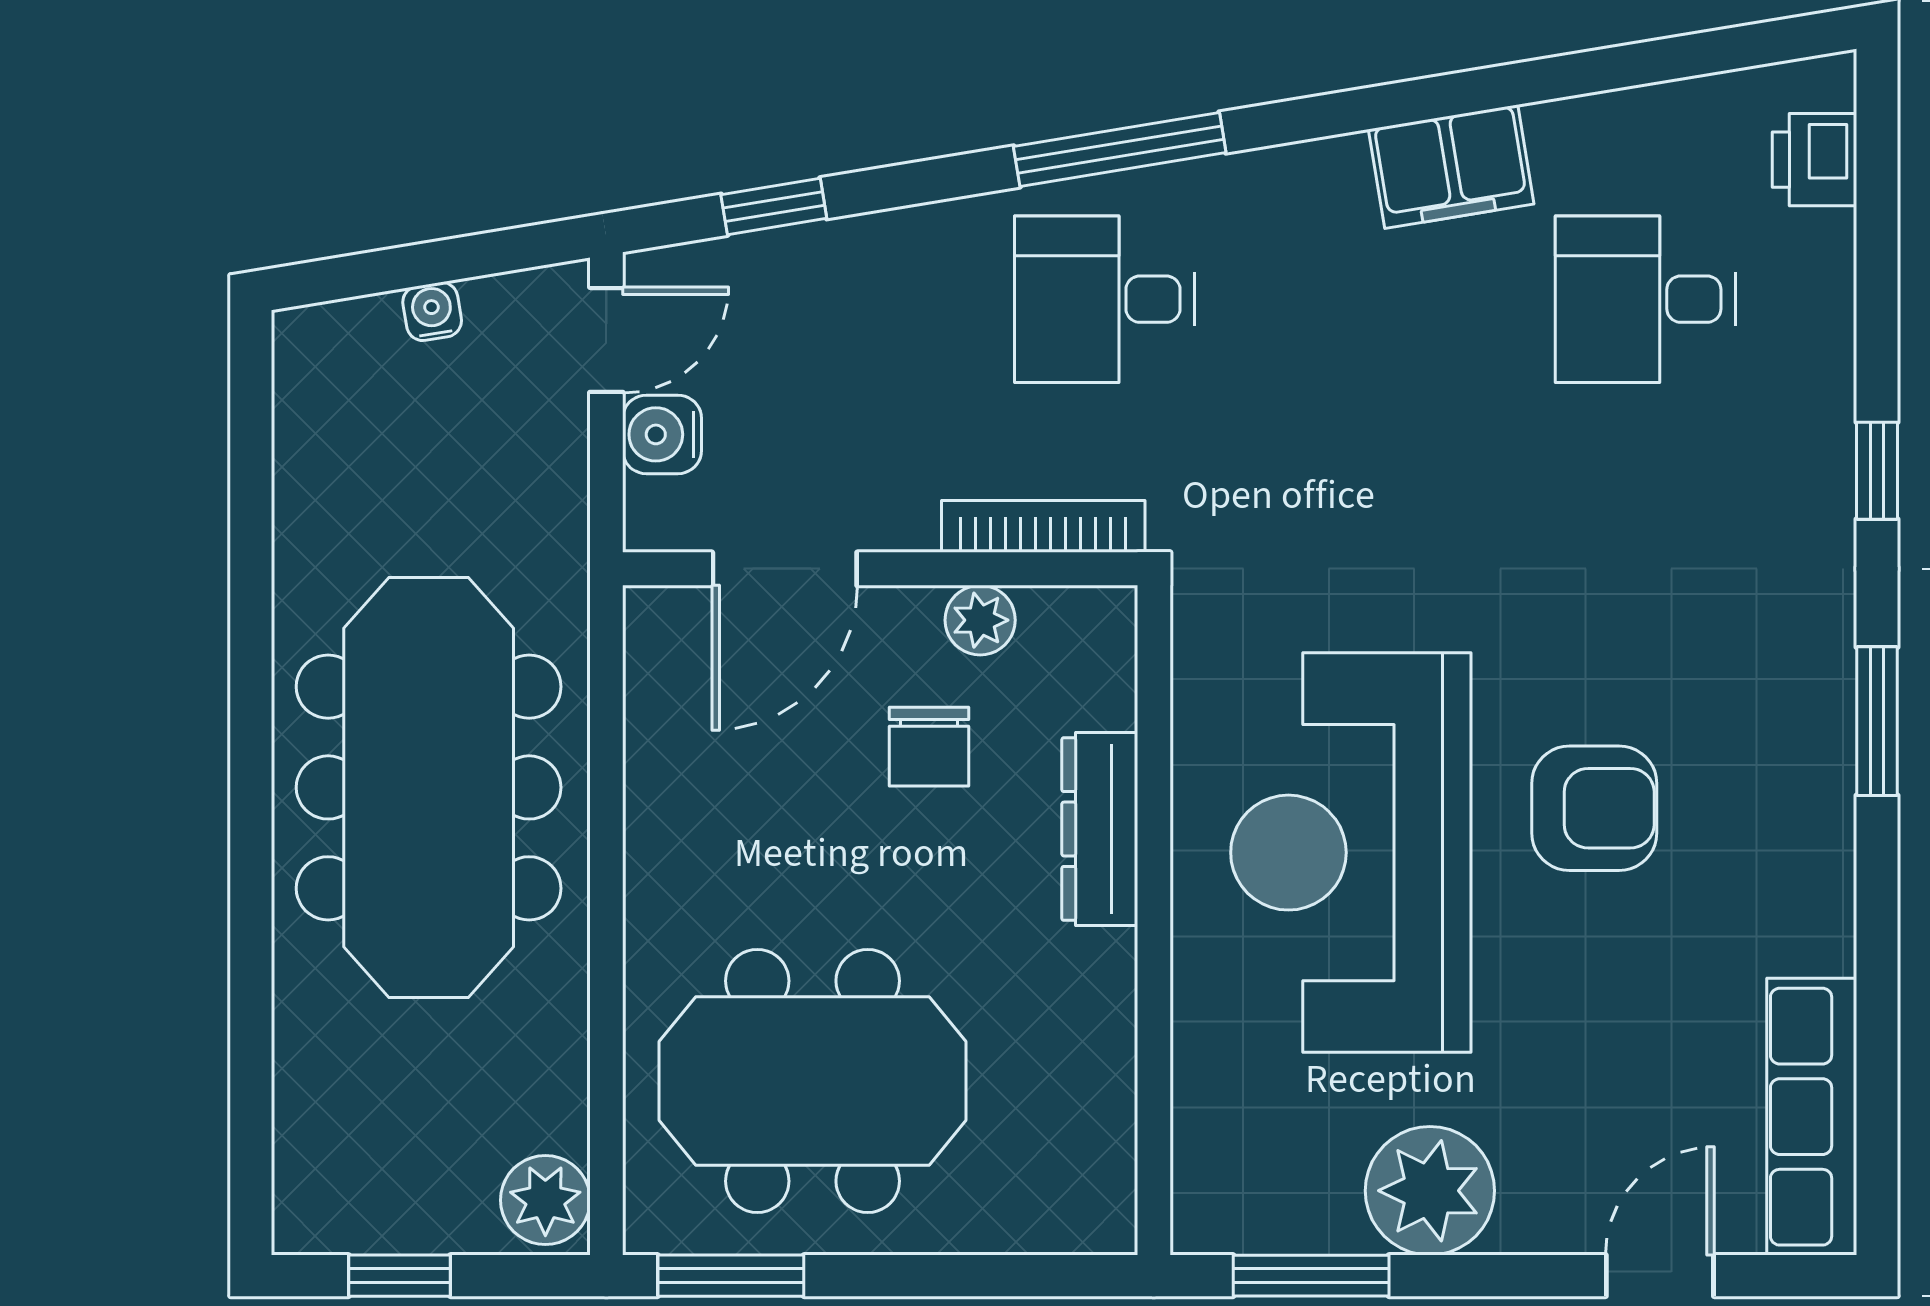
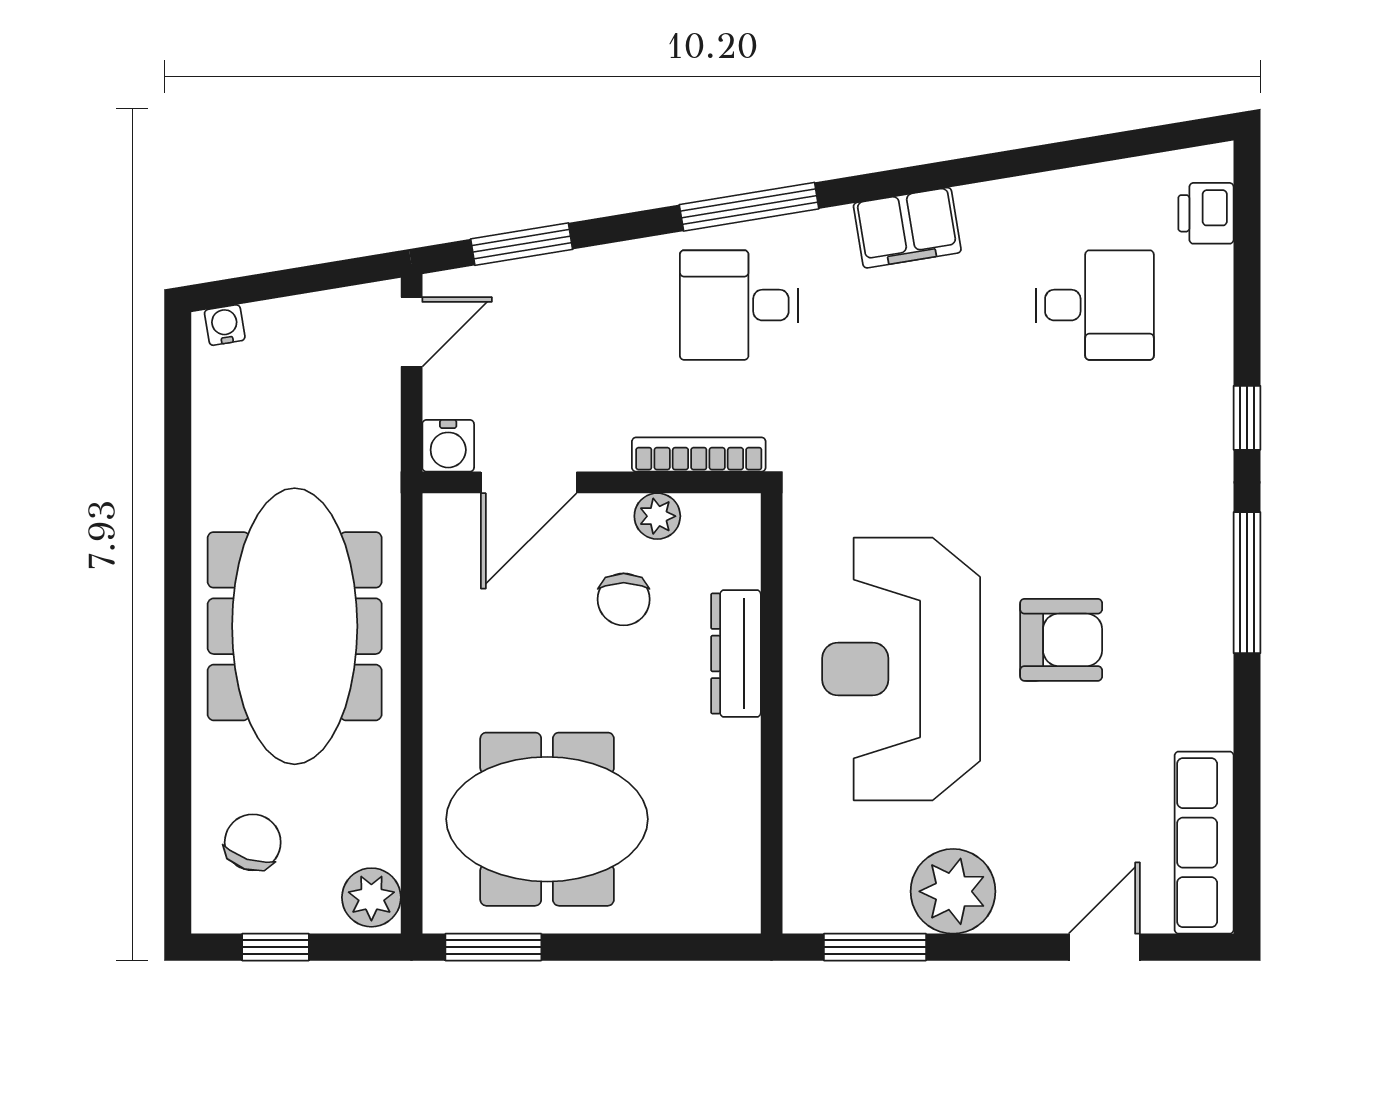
filing cabinet: (1451, 167) -> (907, 228), moved
window: (774, 206) -> (522, 244), width x1.50
desk: (1645, 299) -> (1095, 305), turned 180
water cooler: (432, 311) -> (225, 325), moved
water cooler: (662, 434) -> (448, 446), moved, turned -90
window: (1877, 721) -> (1247, 583), width x1.44
chair: (365, 1116) -> (253, 842), added

